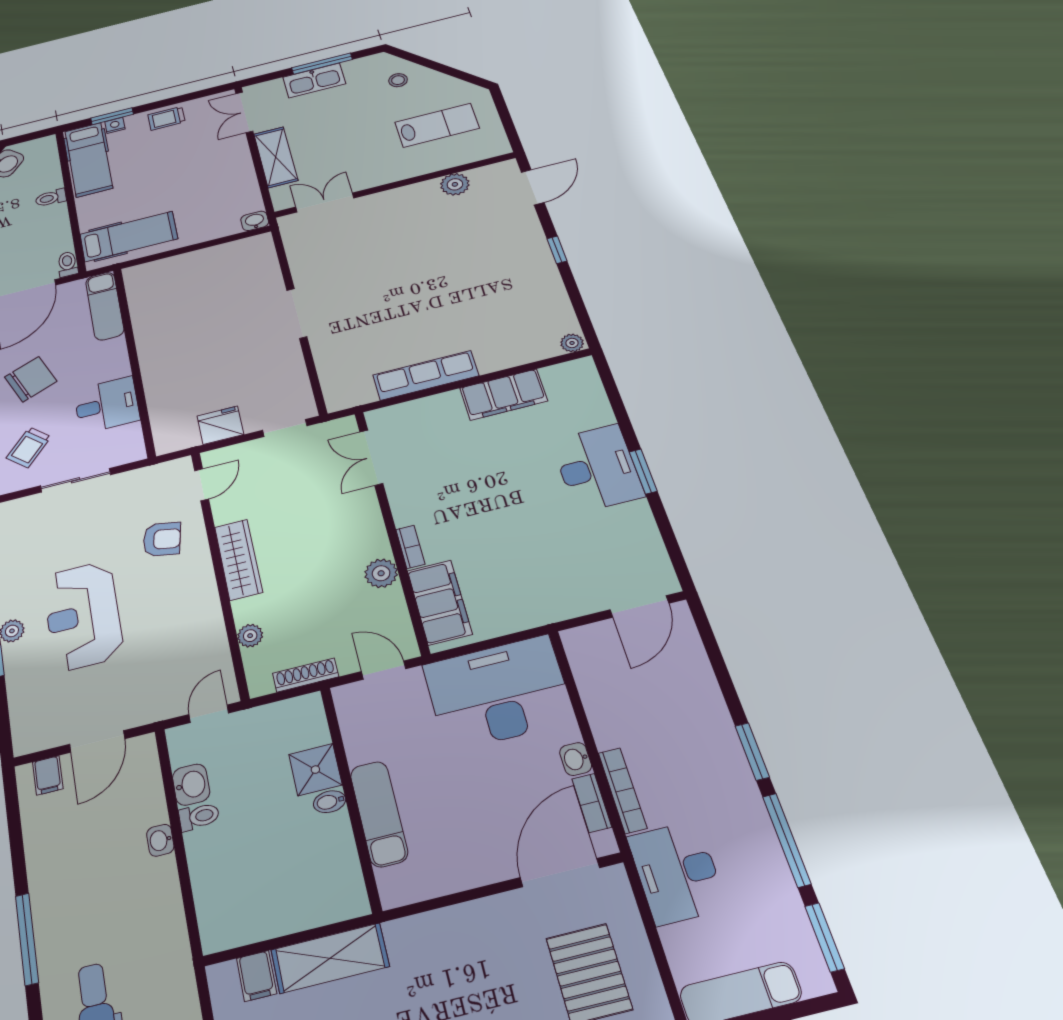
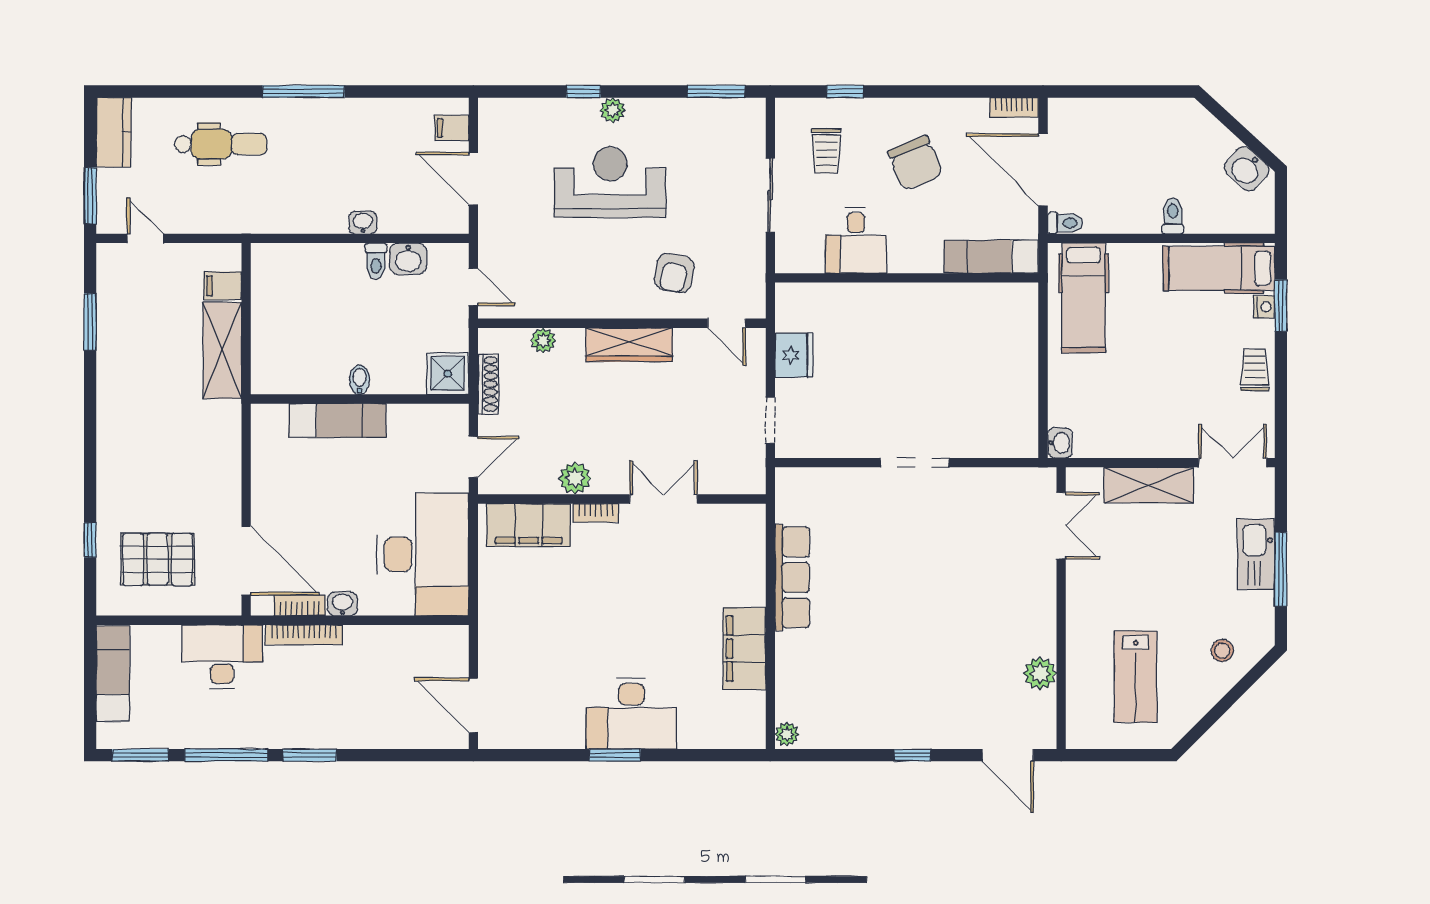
trolley: (29, 447) -> (826, 151), turned -132
double door: (371, 458) -> (664, 499), moved
shower: (315, 770) -> (448, 374), moved

